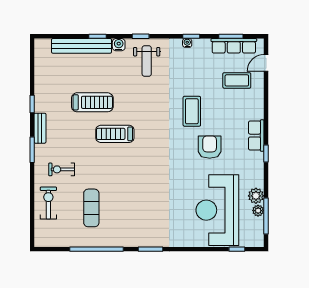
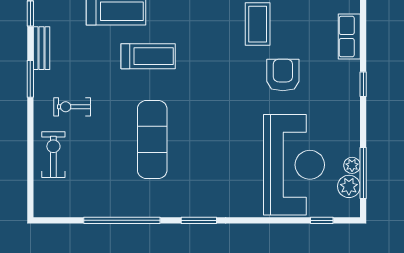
treadmill: (115, 134) -> (148, 56), turned 180
row of seats: (256, 136) -> (349, 37), moved
plant: (256, 196) -> (349, 186), moved
exercise mat: (91, 208) -> (152, 140), moved, width x1.36, depth x1.45
reception desk: (217, 210) -> (294, 165), turned 180

